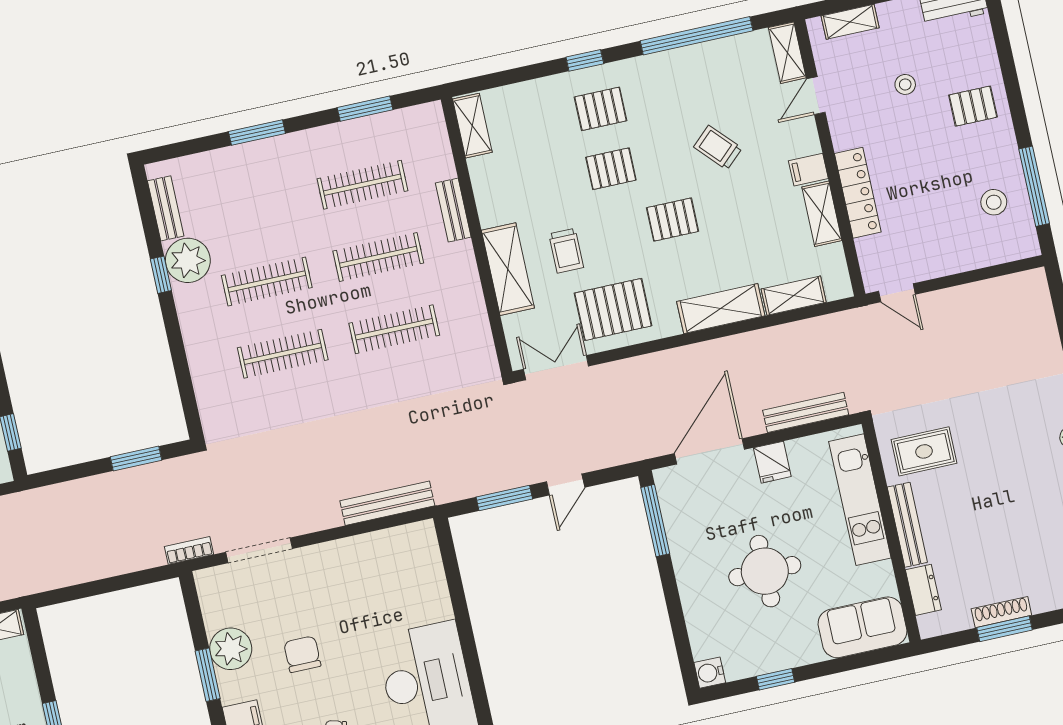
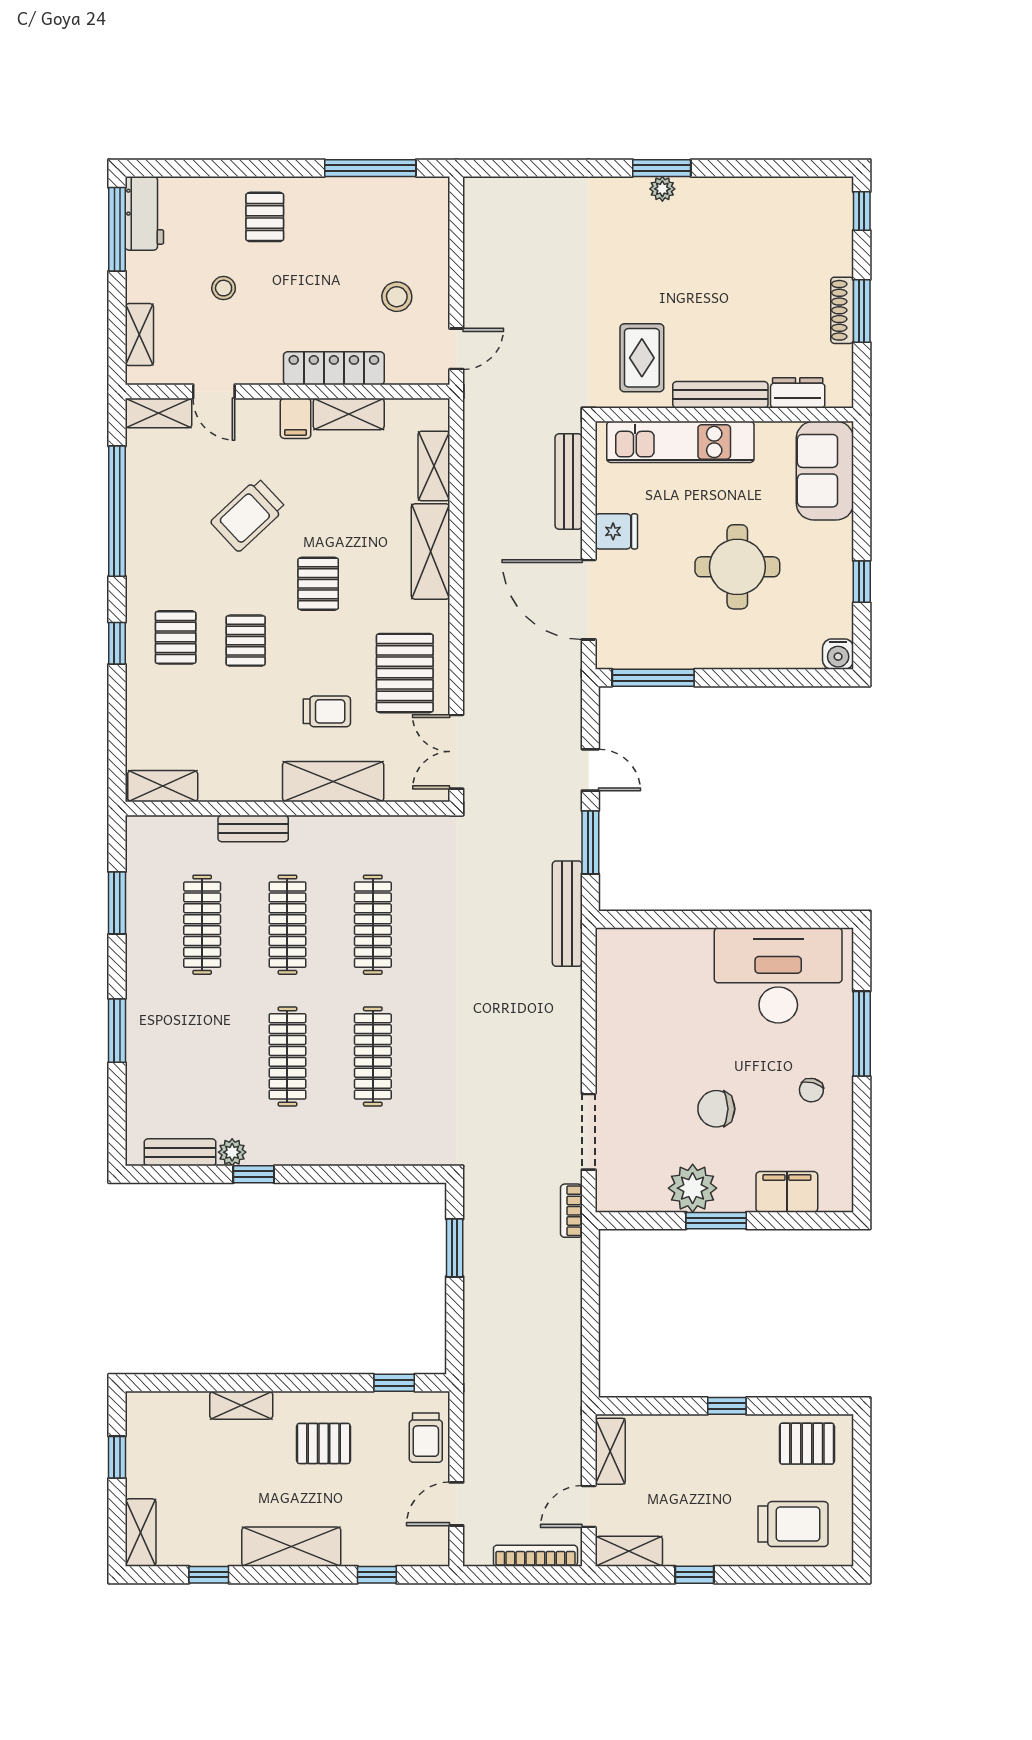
trolley: (718, 148) -> (248, 515), width x1.36, depth x1.39
stool: (994, 202) -> (397, 297), moved
plant: (188, 260) -> (232, 1152), width x0.53, depth x0.53
bench: (387, 503) -> (567, 914), moved

